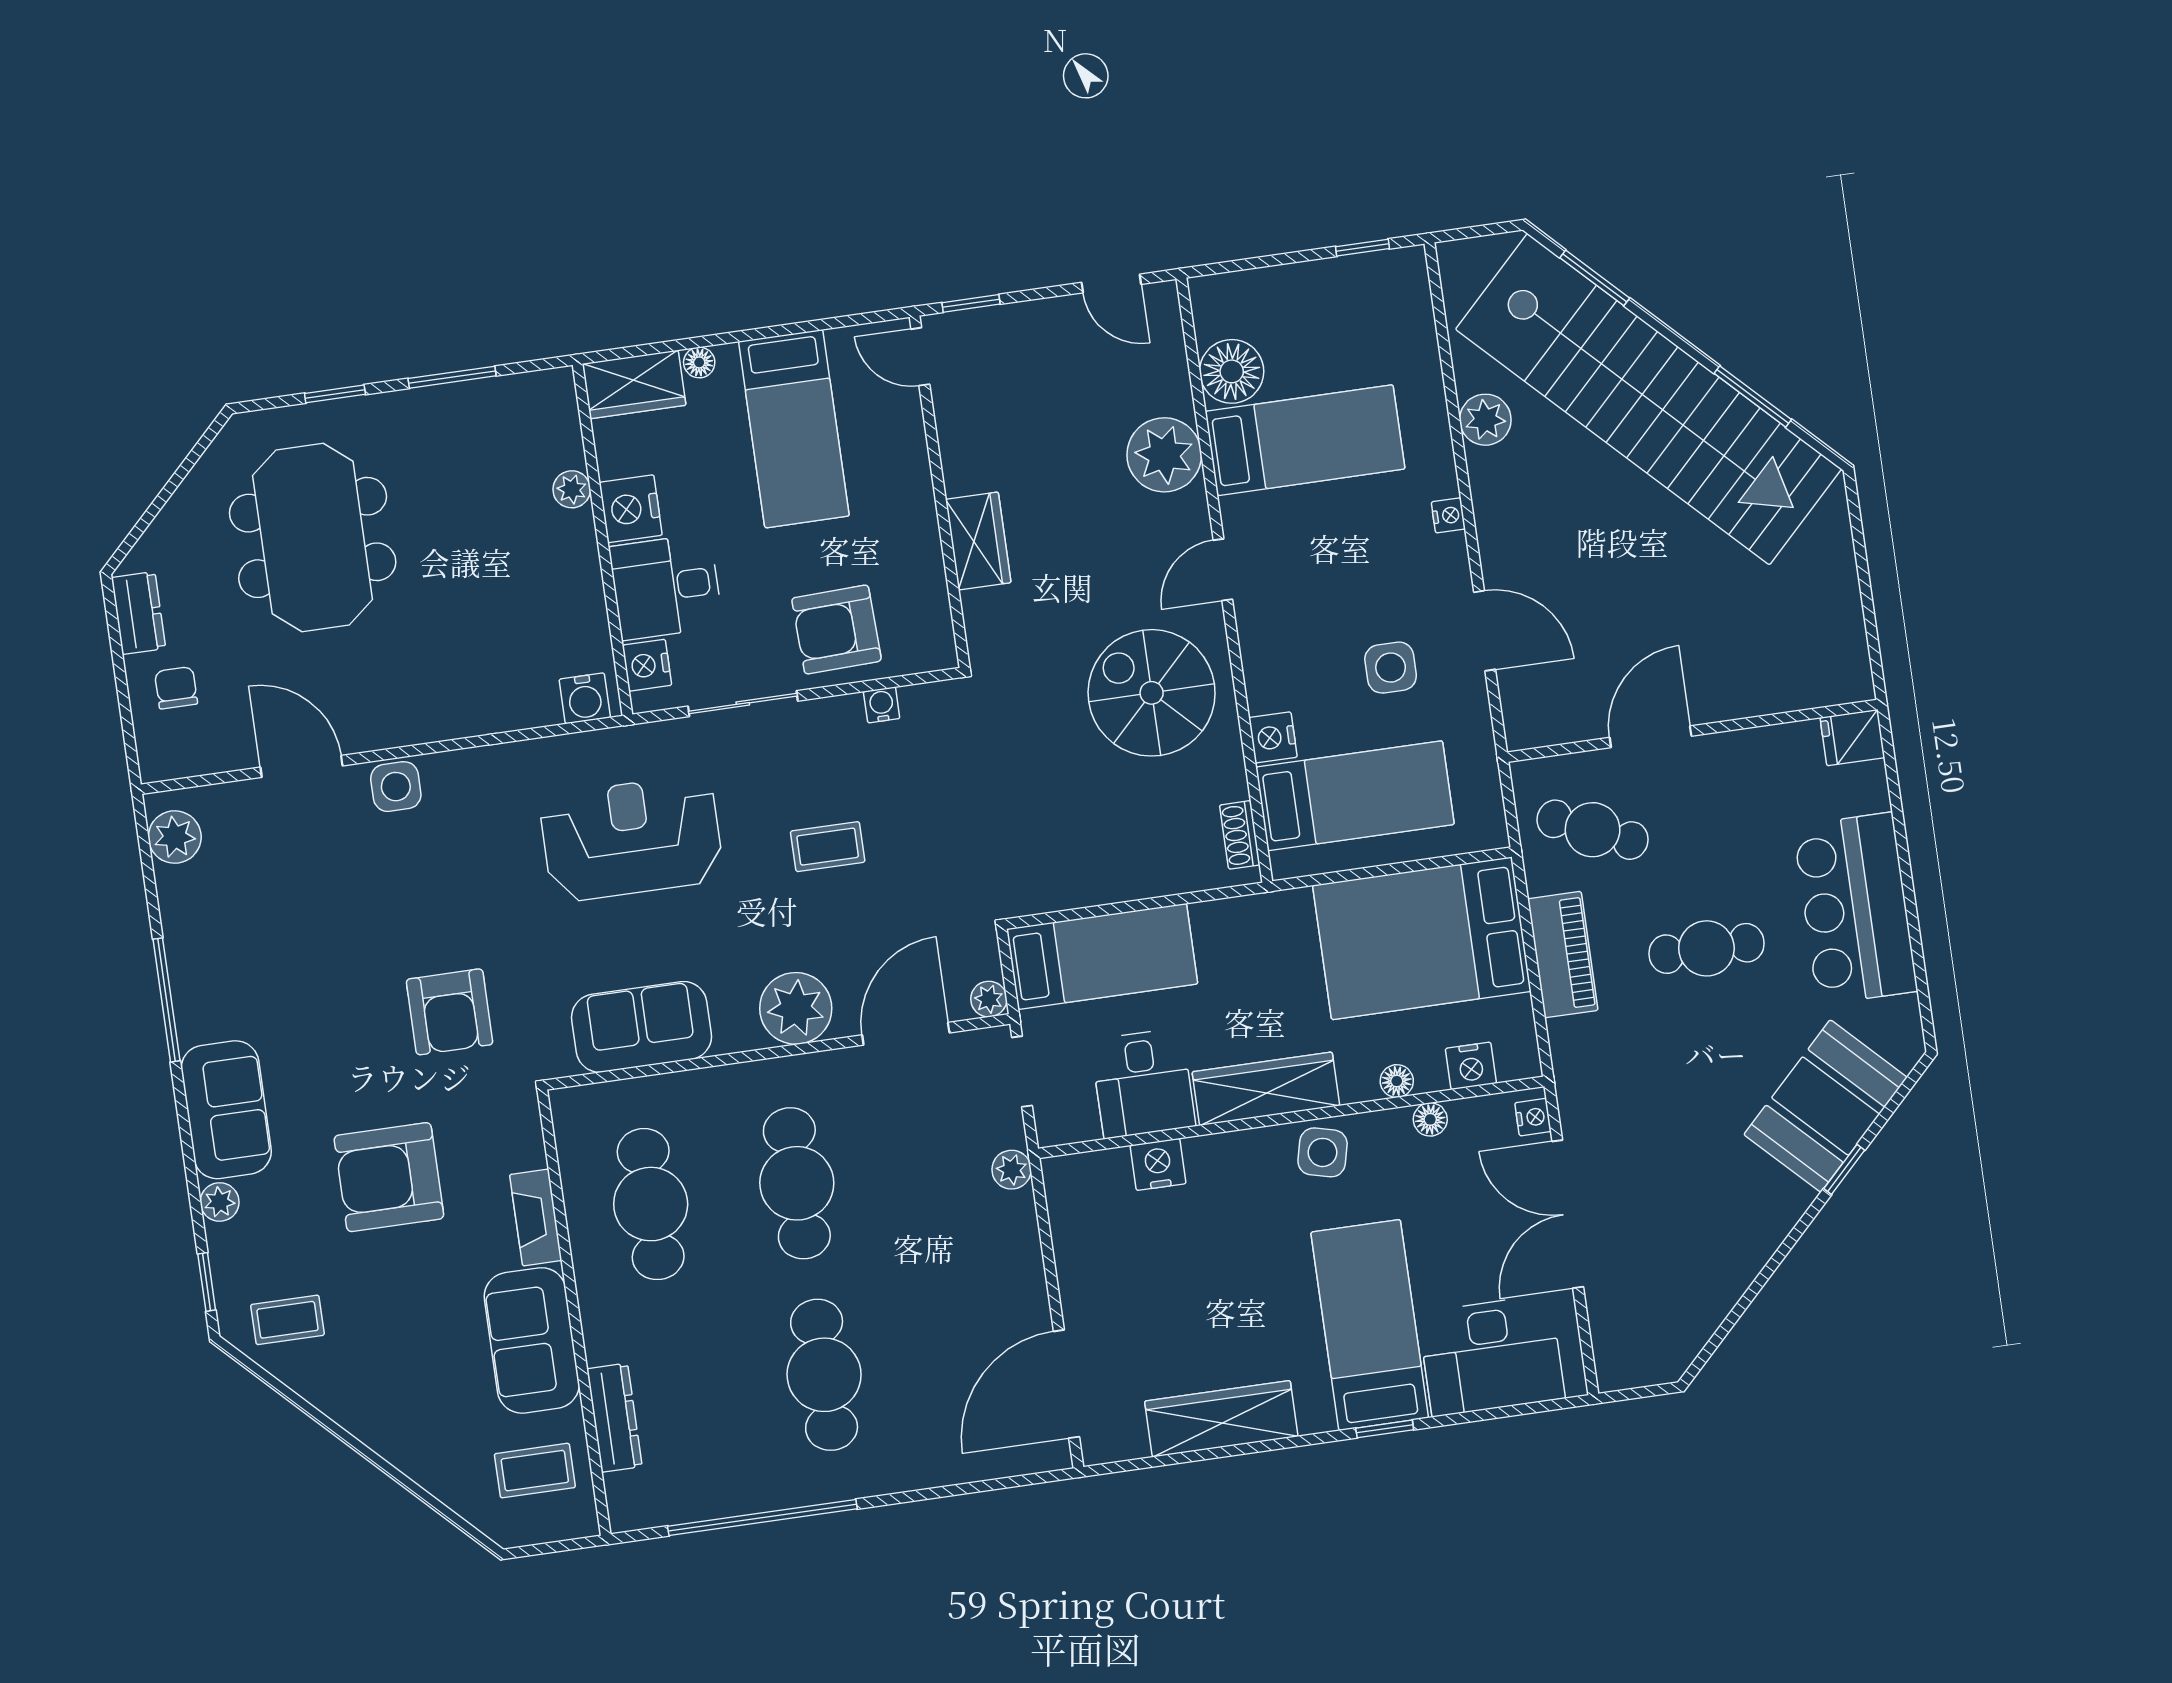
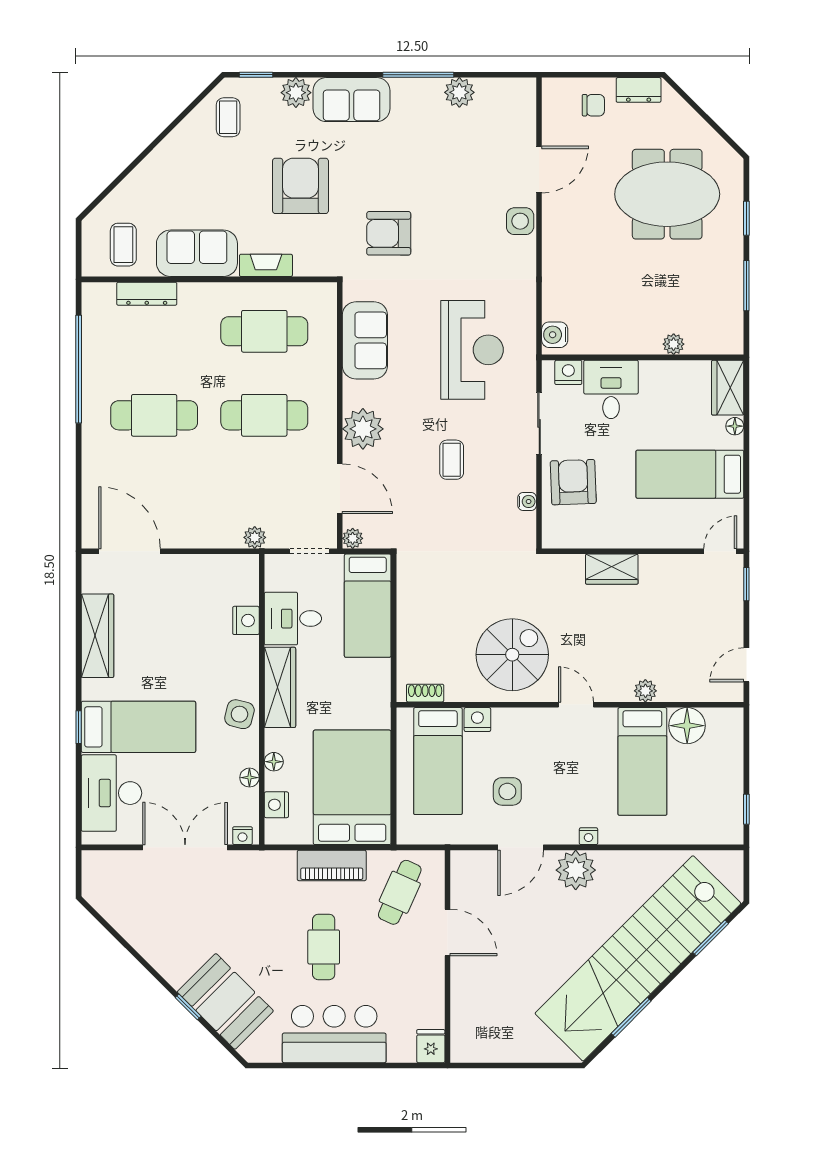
plant: (1485, 420) -> (576, 870), moved, width x1.36, depth x1.36
plant: (1164, 455) -> (645, 691), width x0.53, depth x0.53
nightstand: (631, 509) -> (658, 376), removed
plant: (175, 837) -> (459, 92), moved
plant: (220, 1202) -> (296, 93), width x1.38, depth x1.38

